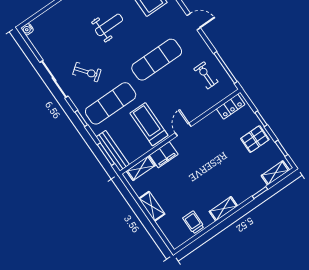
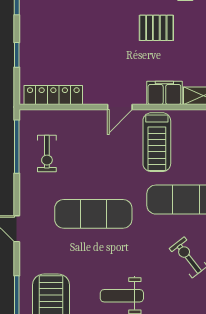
locker: (231, 107) -> (53, 95), width x1.53
pallet: (255, 139) -> (156, 28), moved

